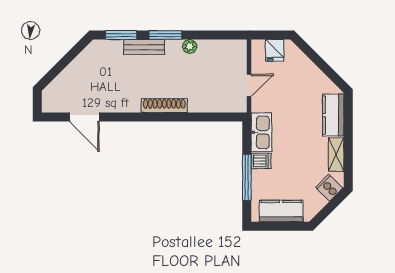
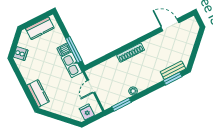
window: (165, 35) -> (122, 105), moved
bench: (144, 47) -> (173, 70), moved
shelving: (336, 155) -> (26, 73), removed
window: (247, 177) -> (74, 50), moved

